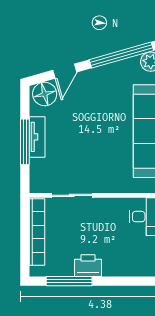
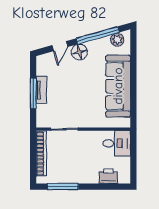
floor lamp: (45, 94) -> (79, 52), moved
printer: (88, 266) -> (108, 176), moved

